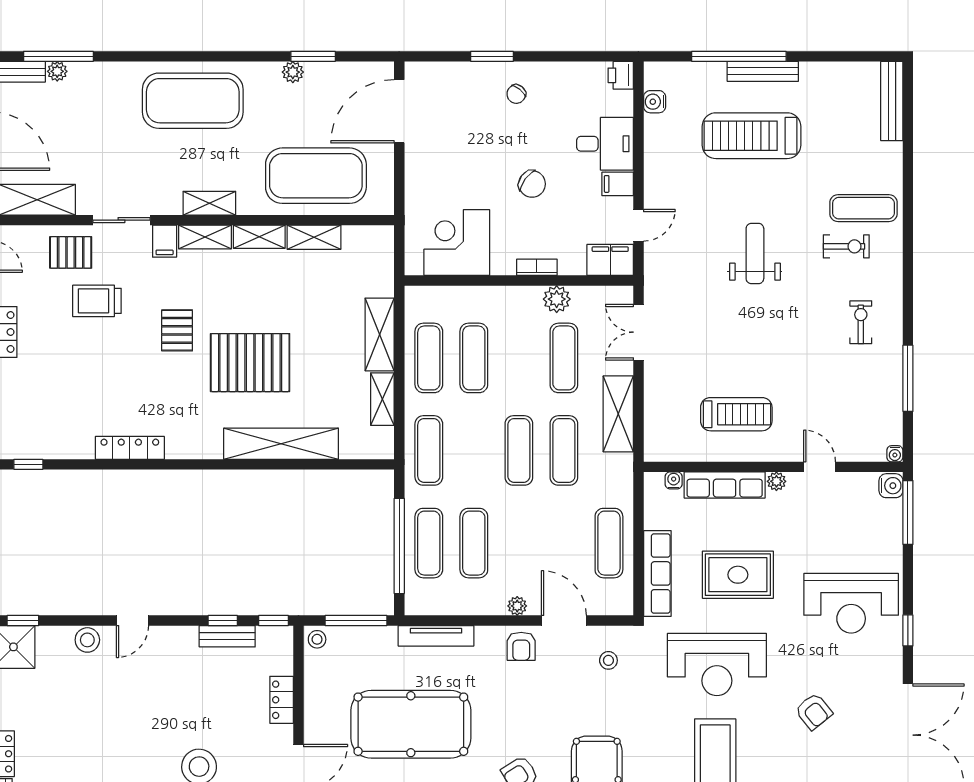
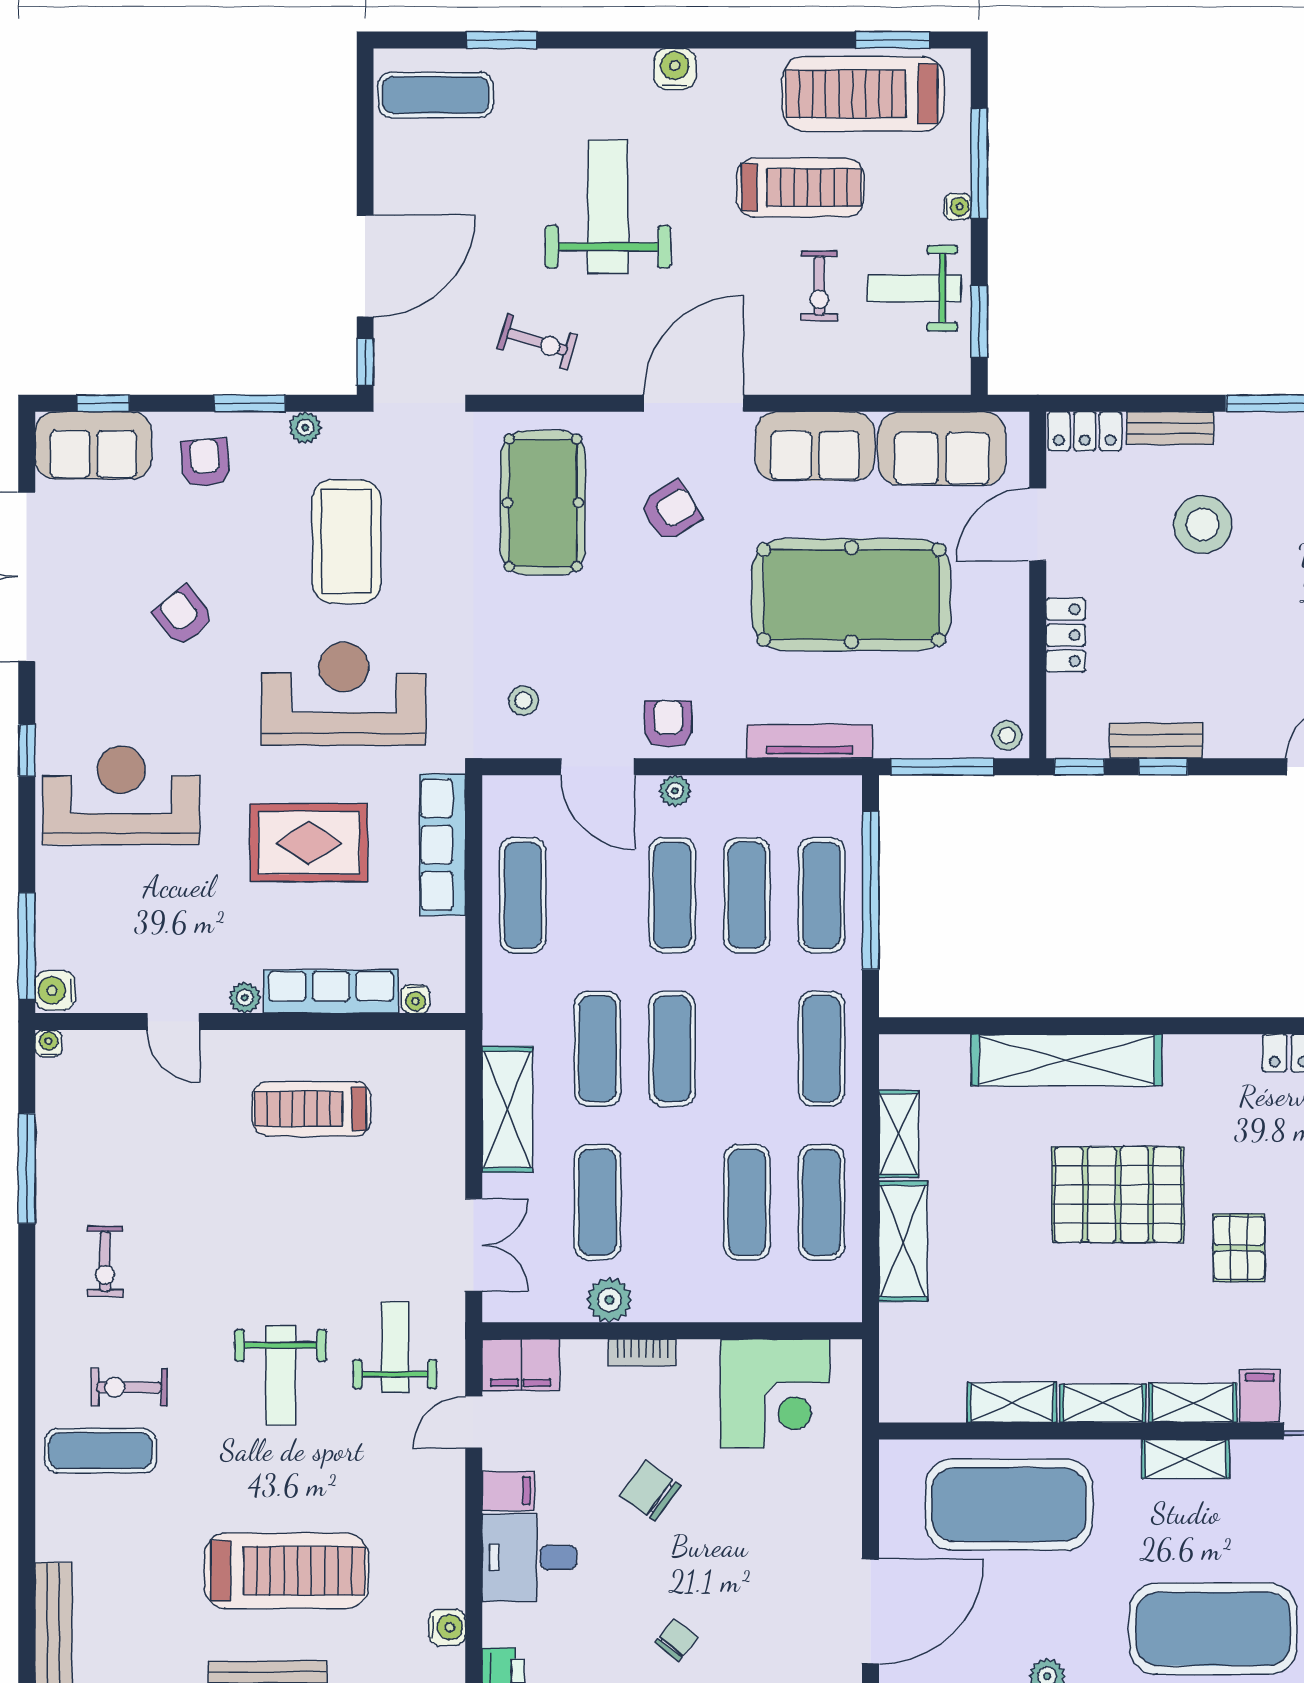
weight bench: (686, 271) -> (395, 1347), added
exercise mat: (519, 543) -> (672, 895), added

